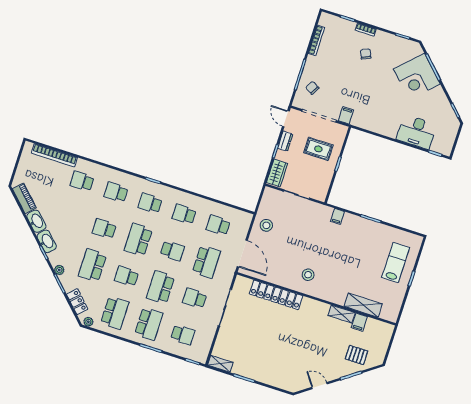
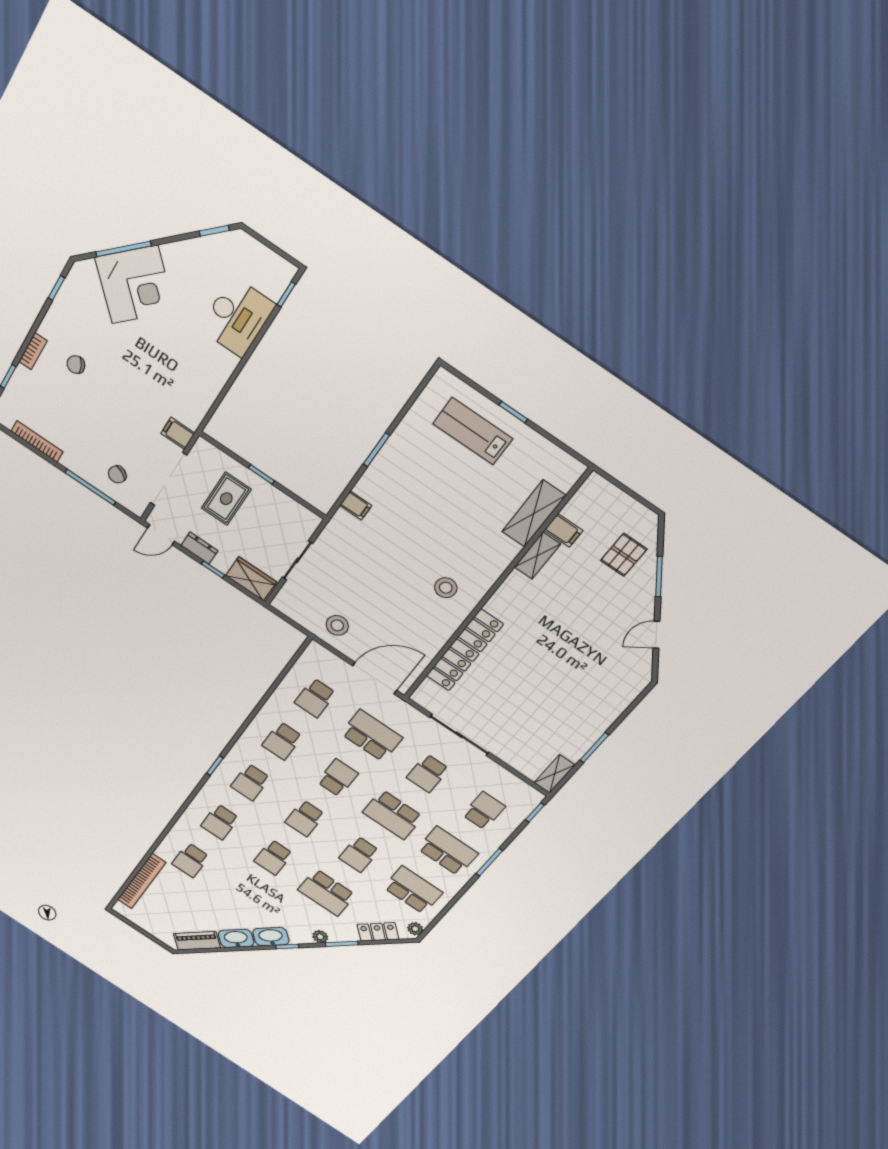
school desk: (138, 240) -> (305, 818), width x0.54

